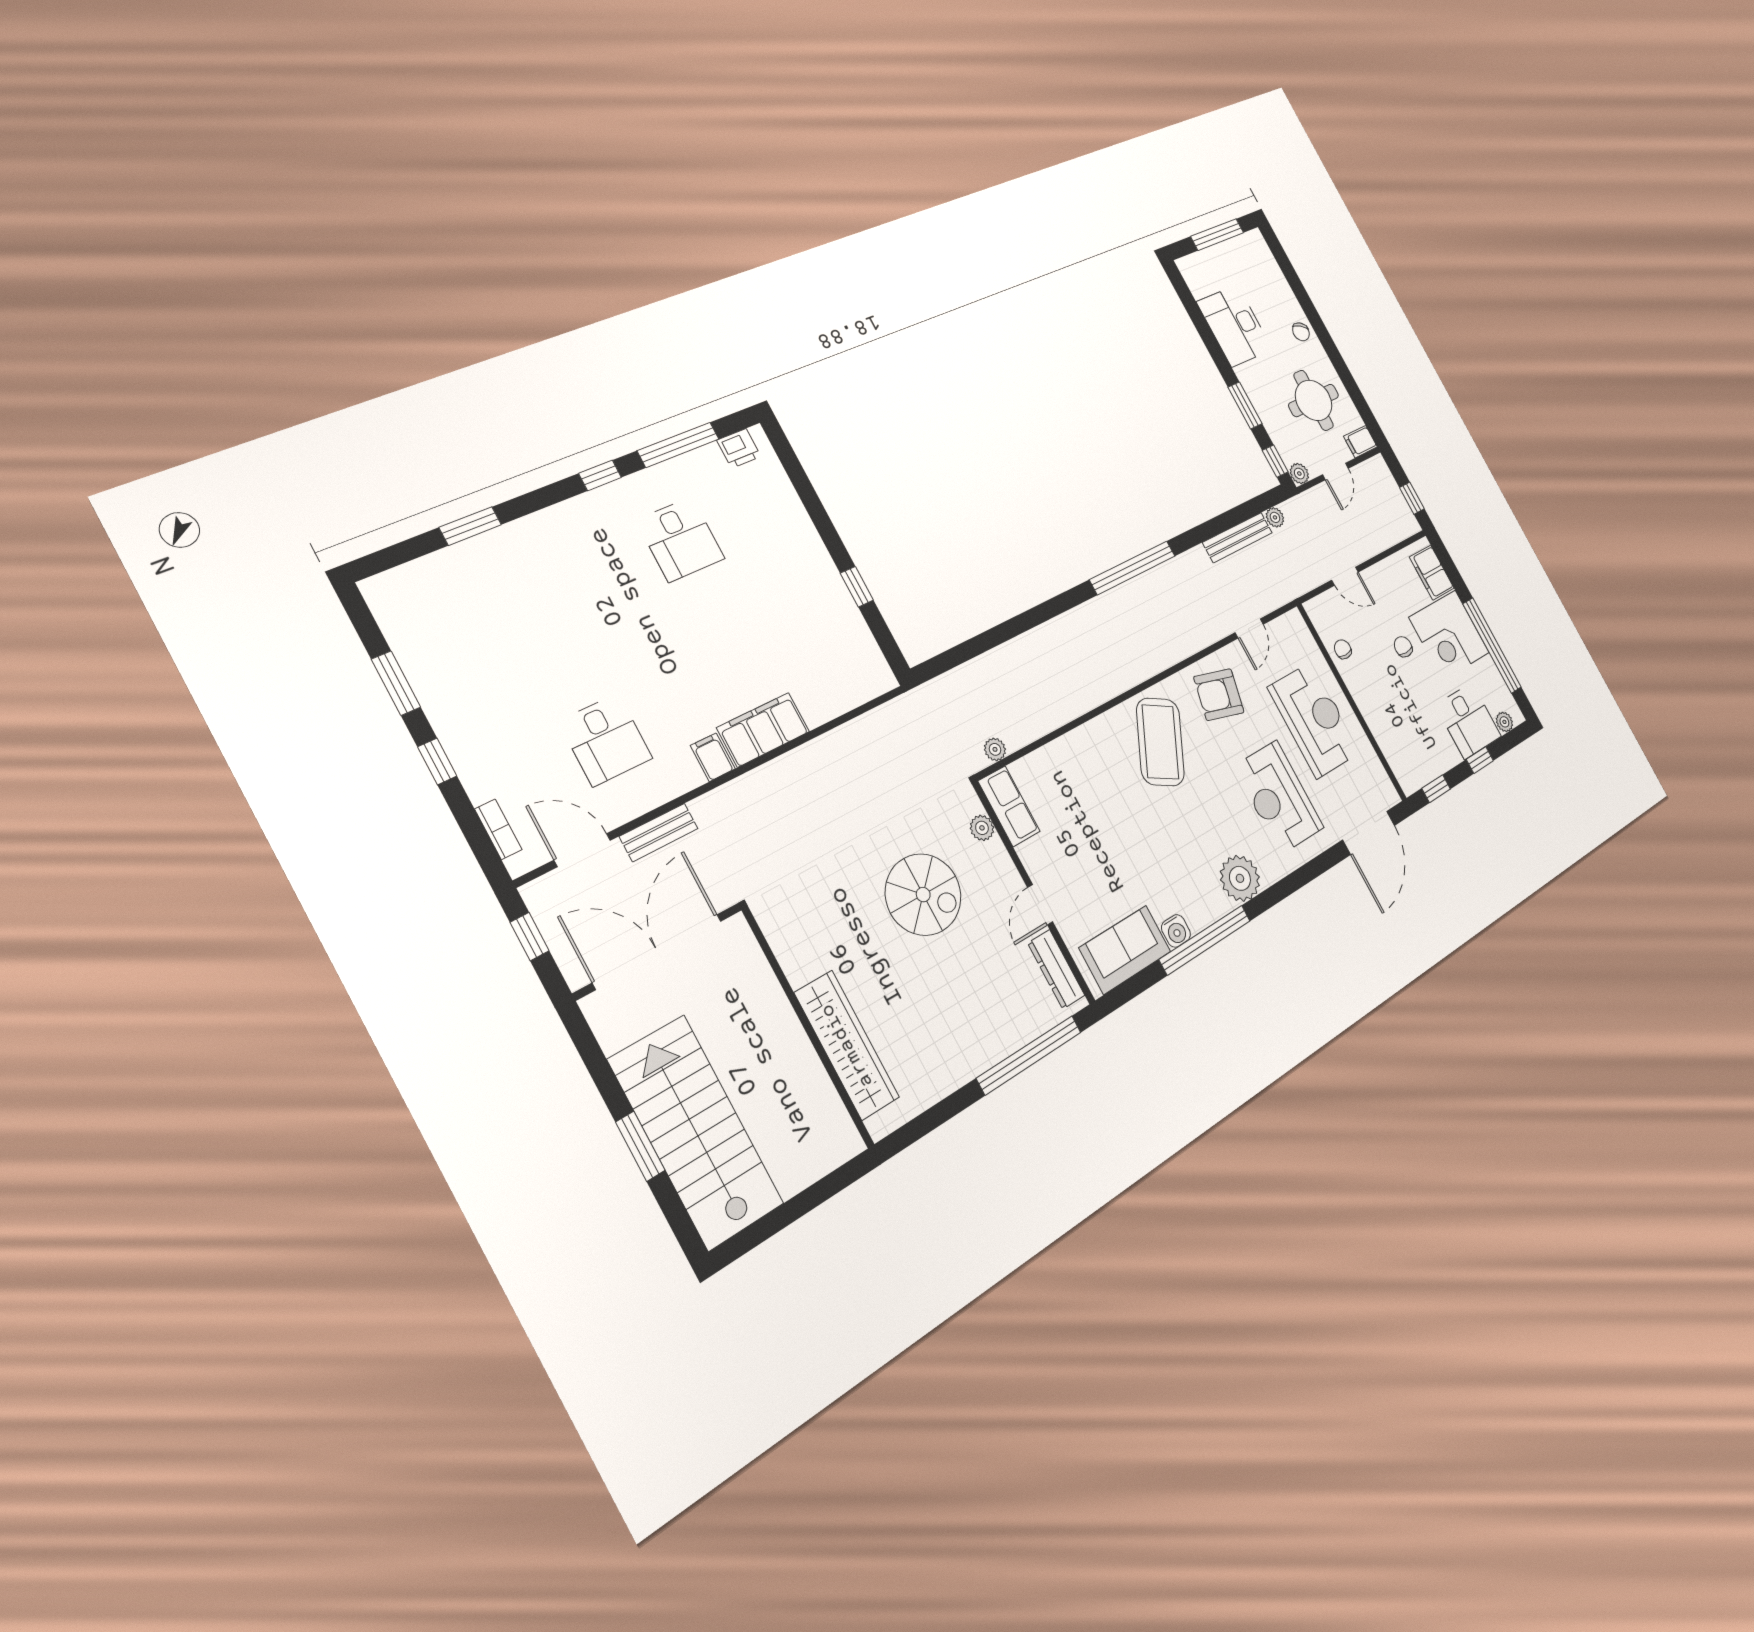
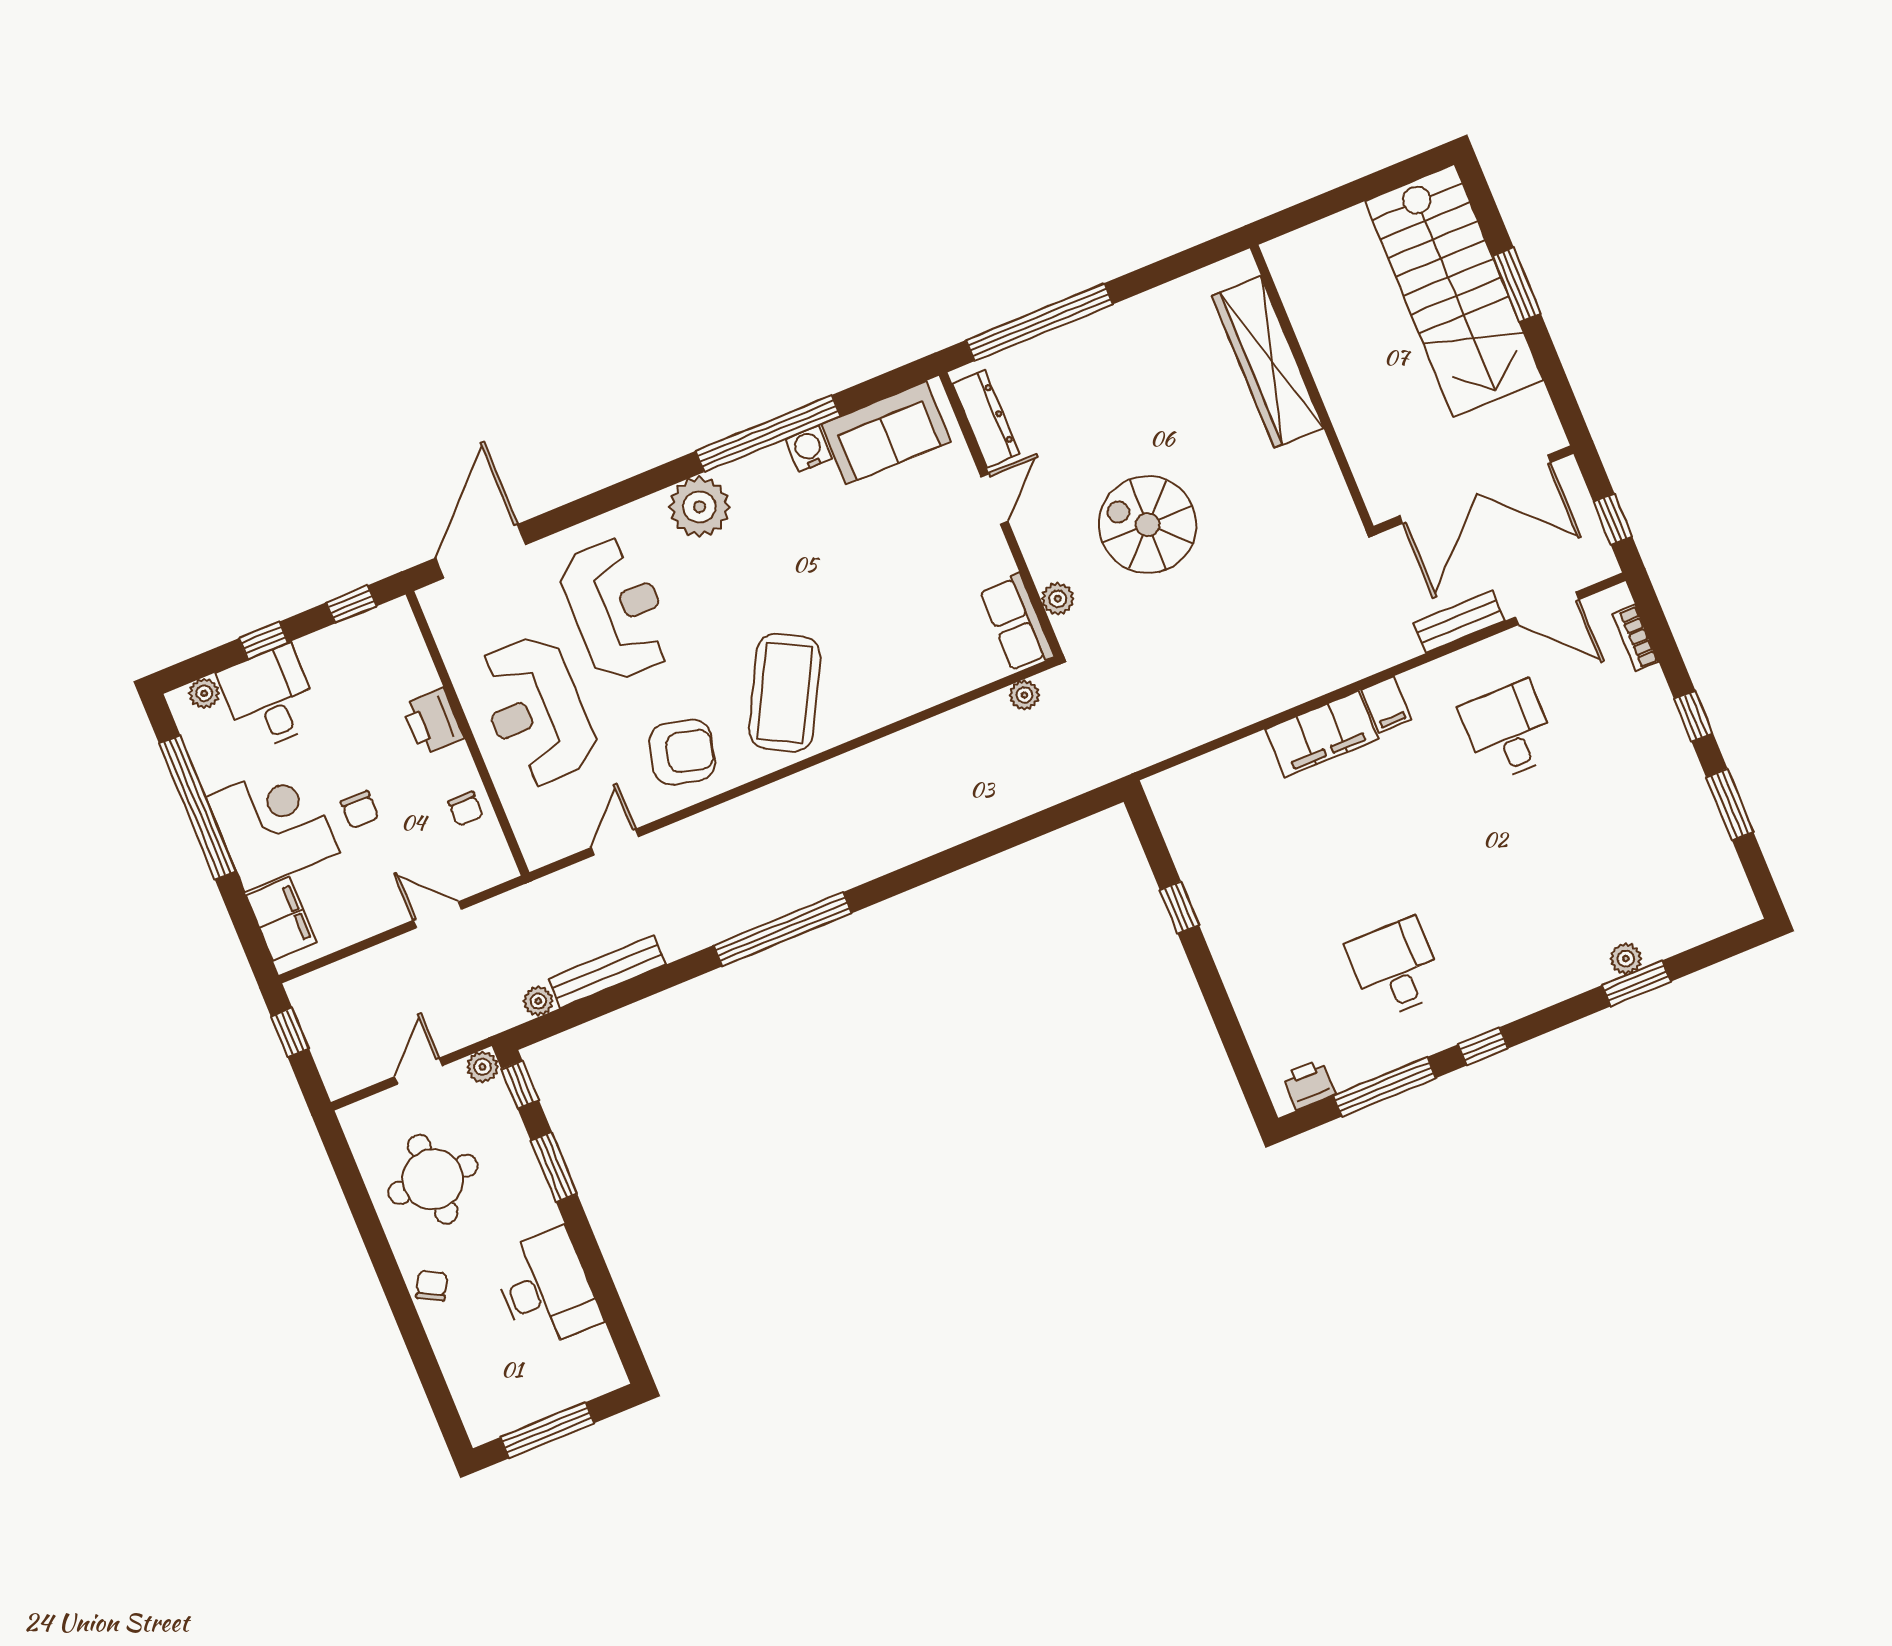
filing cabinet: (1360, 442) -> (363, 1118), removed
plant: (482, 547) -> (1626, 959), added
printer: (1373, 709) -> (433, 721), added

